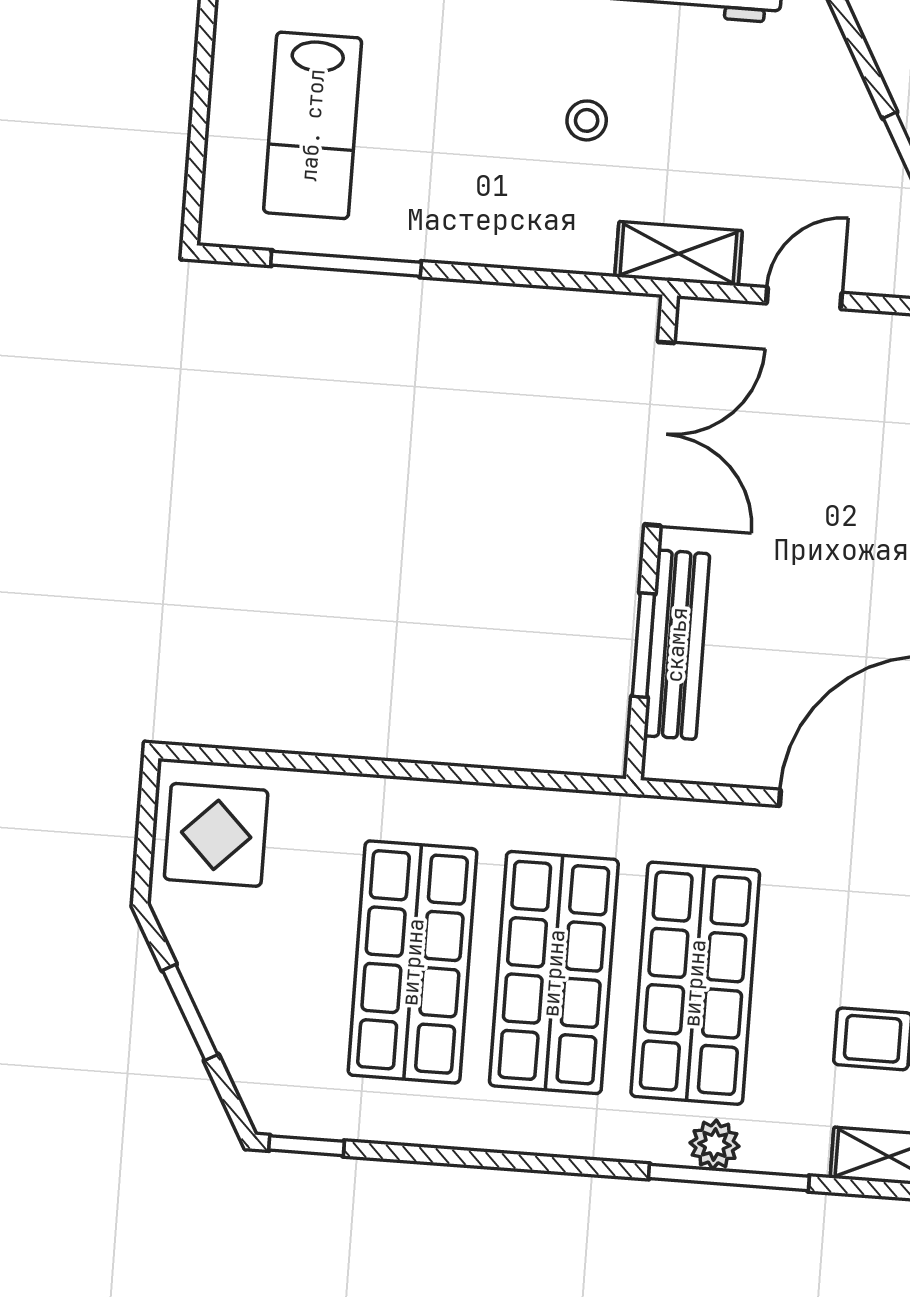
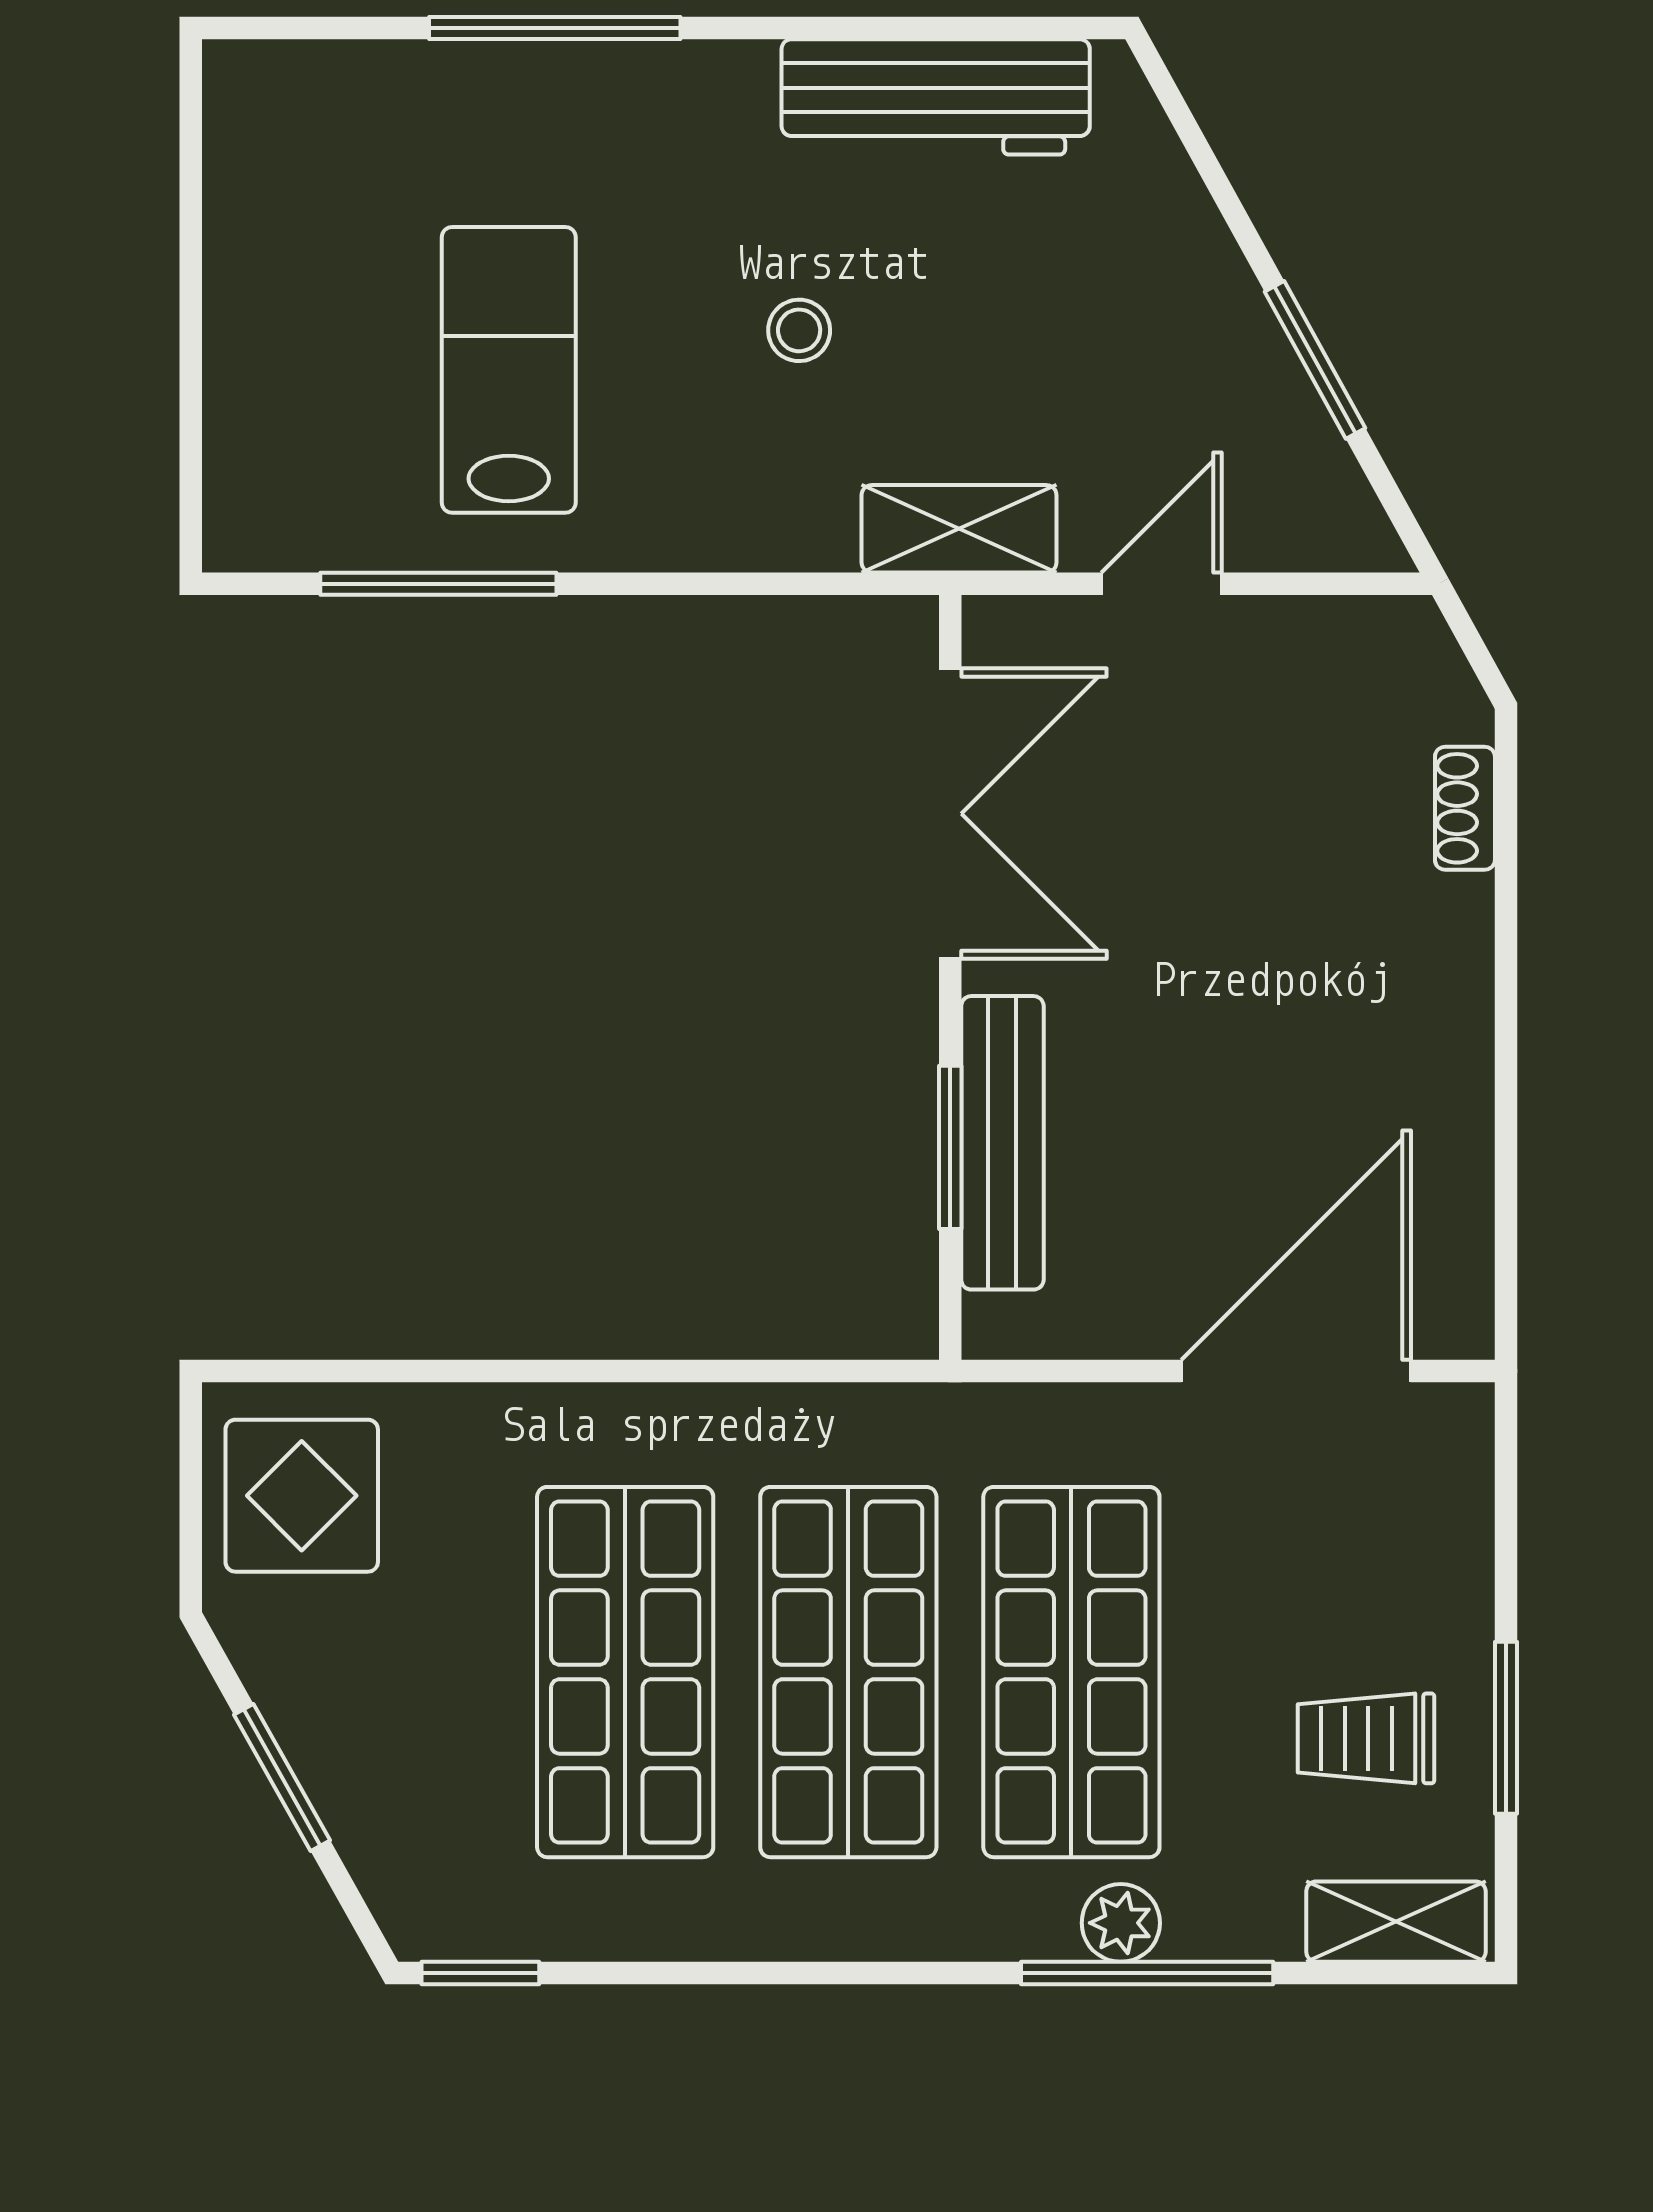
lab bench: (313, 125) -> (509, 370), moved, turned 180

